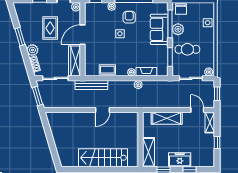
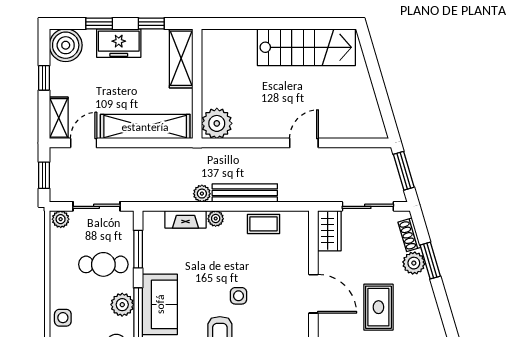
door: (83, 35) -> (313, 294), hinge flipped
window: (20, 37) -> (430, 261), moved
wardrobe: (75, 61) -> (329, 231), width x0.67
bench: (91, 85) -> (245, 193), moved
door: (102, 110) -> (304, 143), moved
door: (197, 110) -> (84, 143), swing flipped
shelving: (167, 118) -> (145, 127), width x1.47
plant: (131, 120) -> (217, 123), added
stairs: (103, 158) -> (306, 47), moved
boiler: (206, 159) -> (66, 45), added

